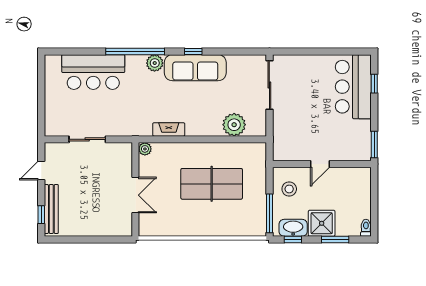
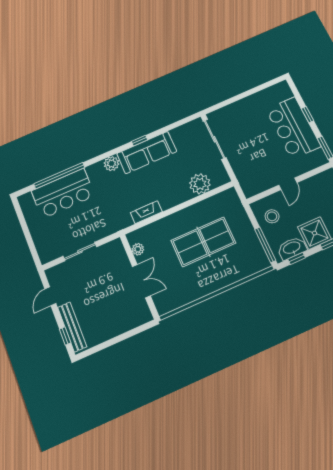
window: (135, 51) -> (59, 176), moved
window: (374, 84) -> (308, 115), moved
bar counter: (353, 87) -> (293, 128), moved
plant: (145, 149) -> (138, 249), moved

